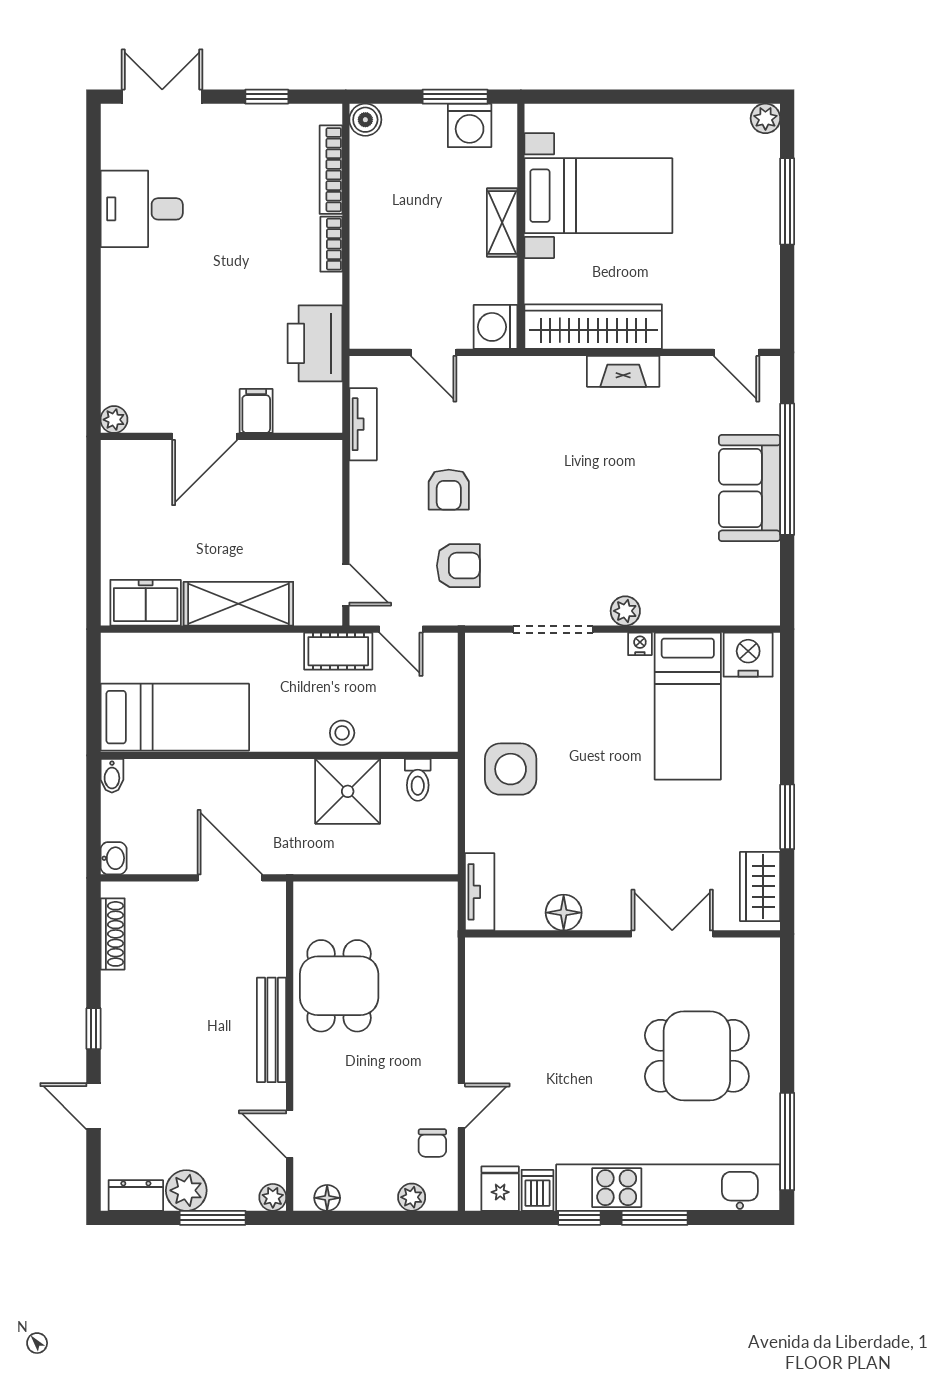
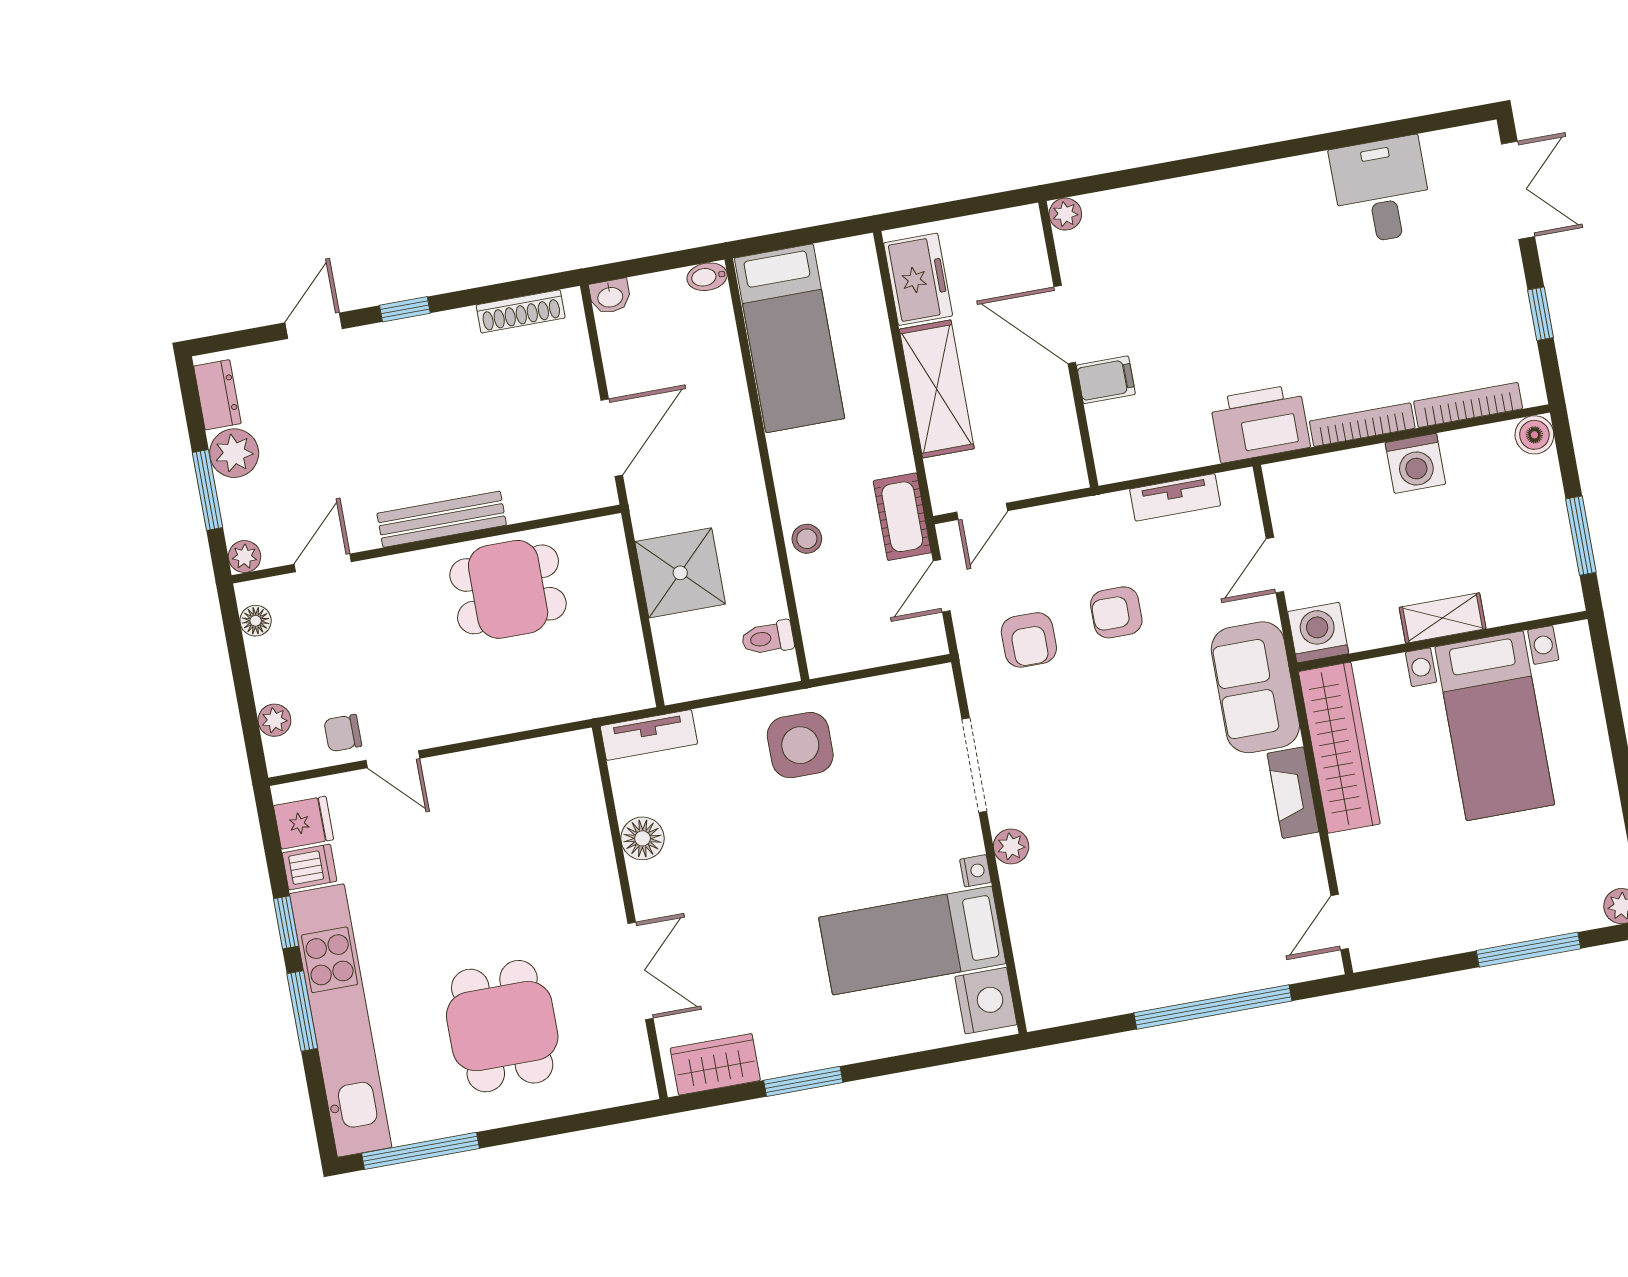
washing machine: (470, 125) -> (1415, 463), moved, turned -90
bookcase: (331, 244) -> (1362, 425), width x1.56
filing cabinet: (256, 411) -> (1106, 380), moved
plant: (114, 420) -> (1065, 214), moved
door: (205, 436) -> (1065, 325), moved
wall: (221, 436) -> (1068, 344), moved
sofa: (749, 488) -> (1255, 687), moved, turned -90
shower: (348, 791) -> (680, 573), moved

